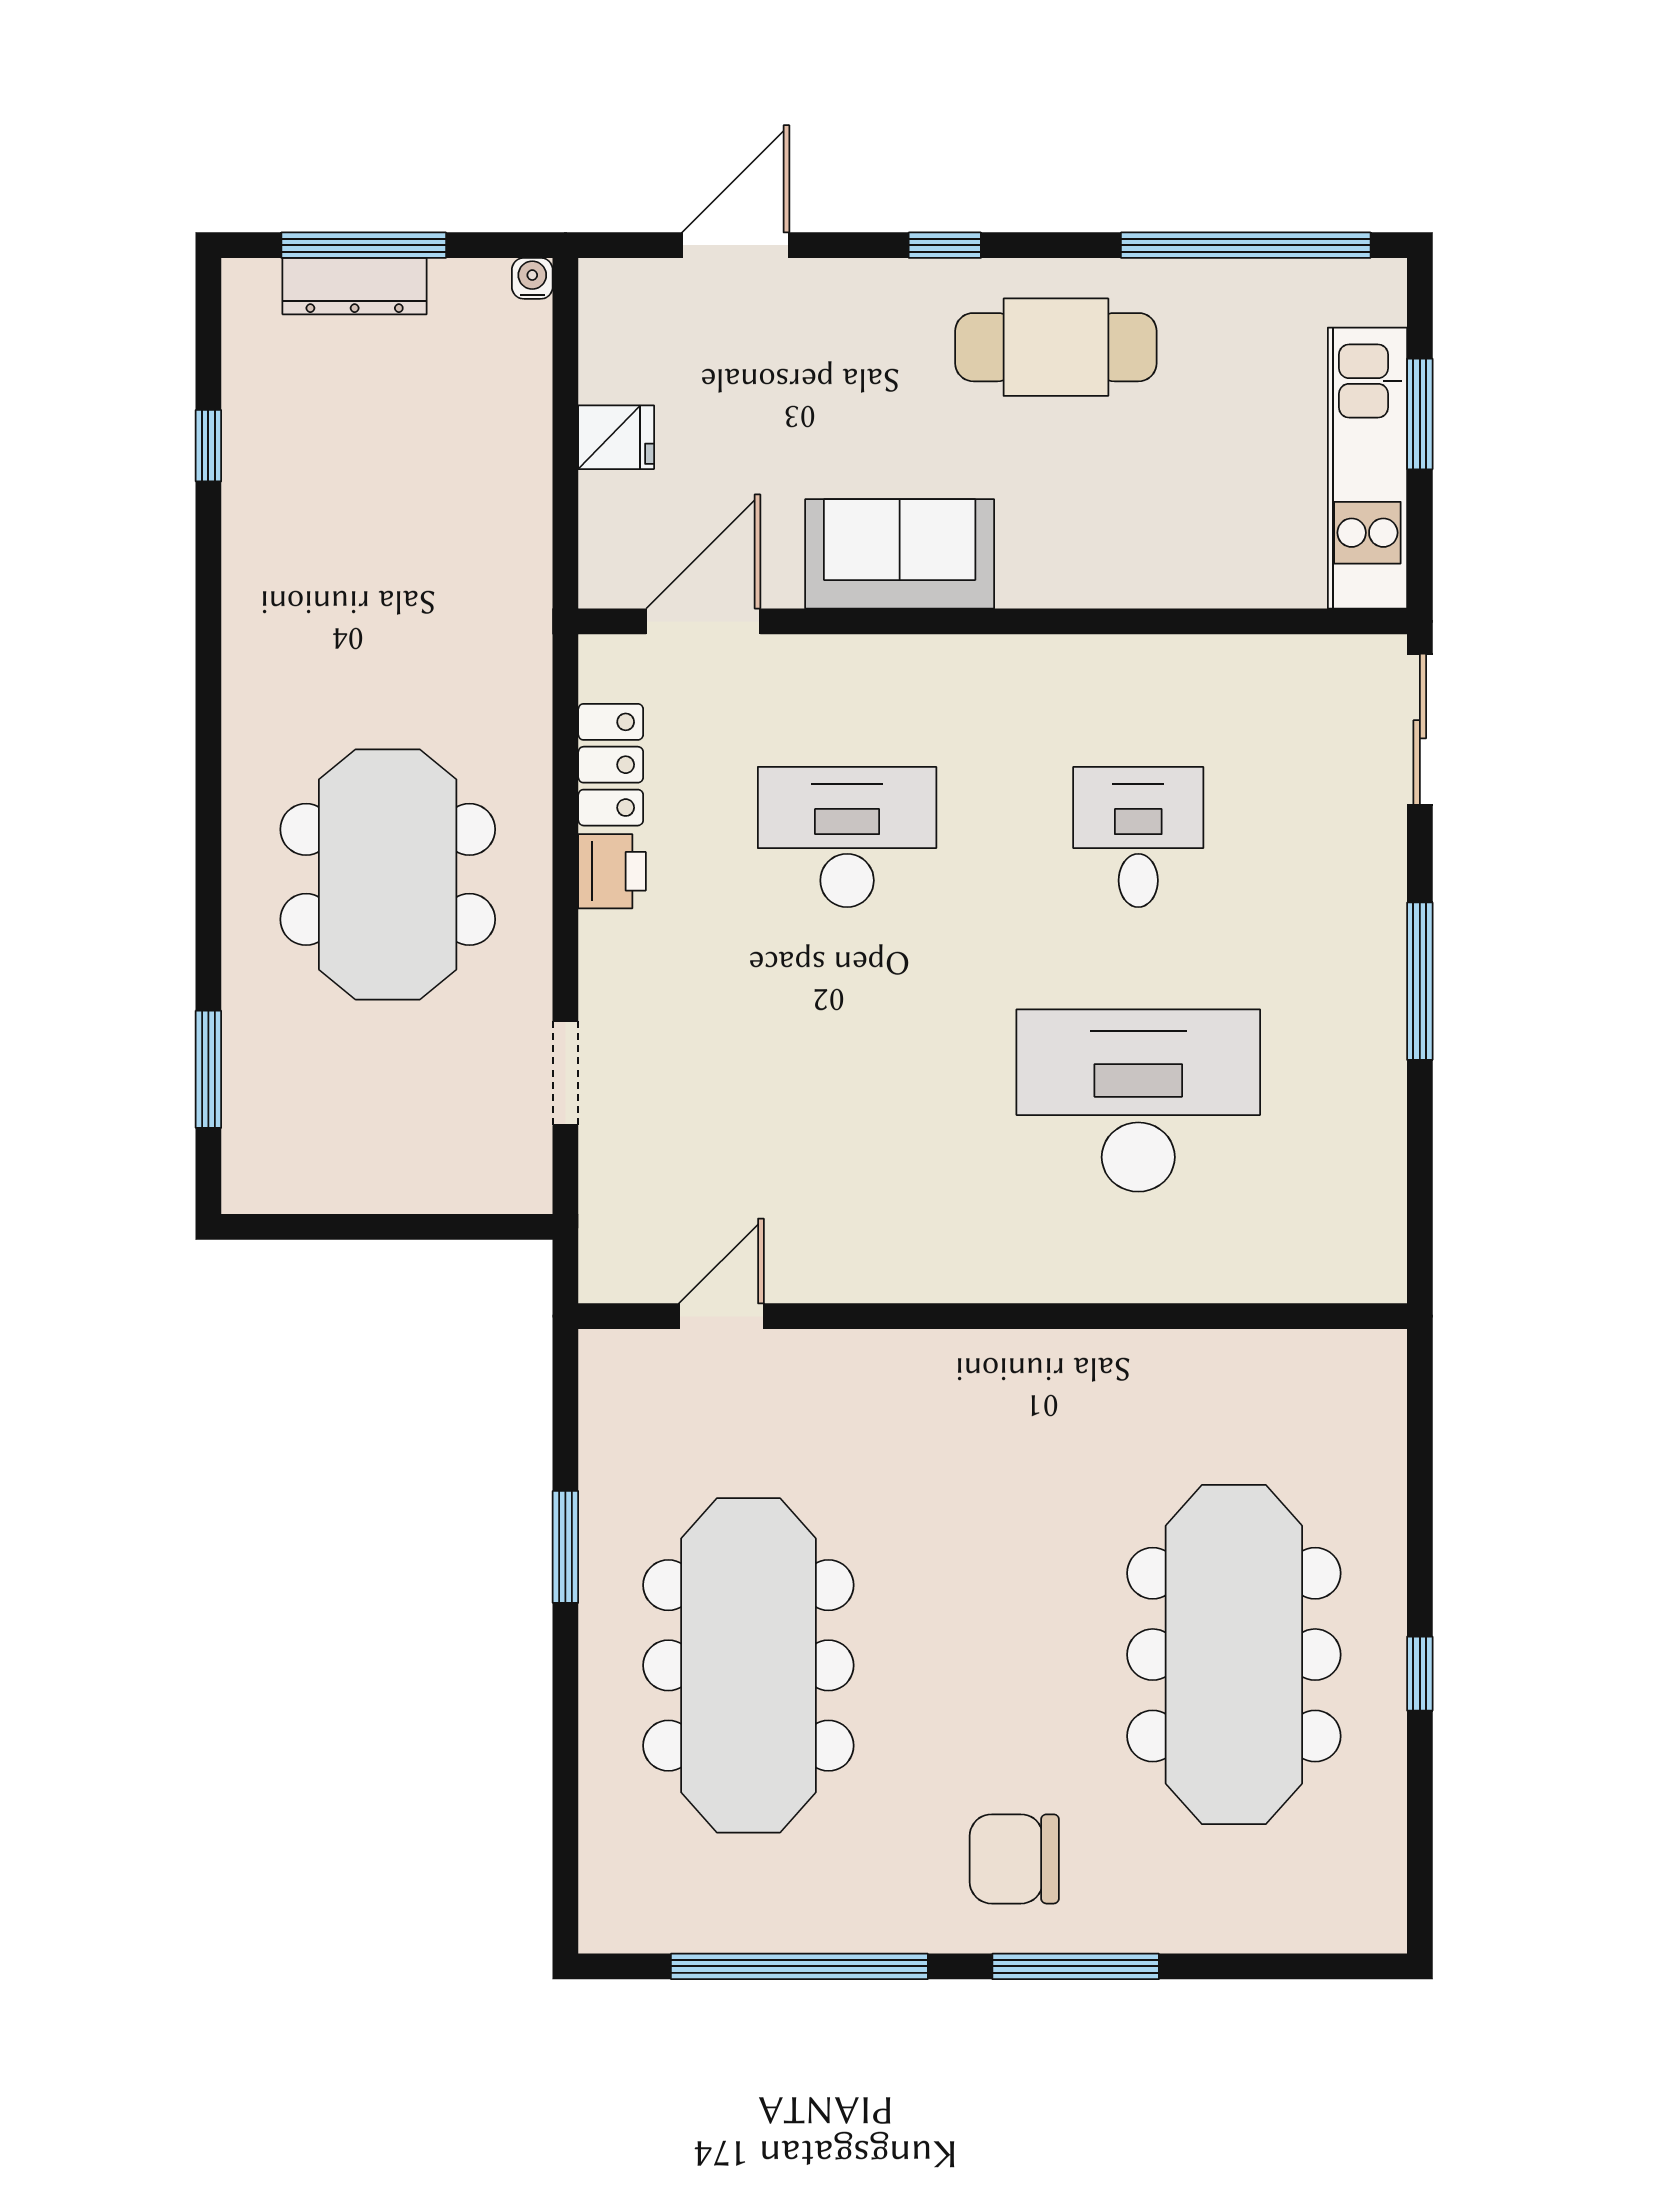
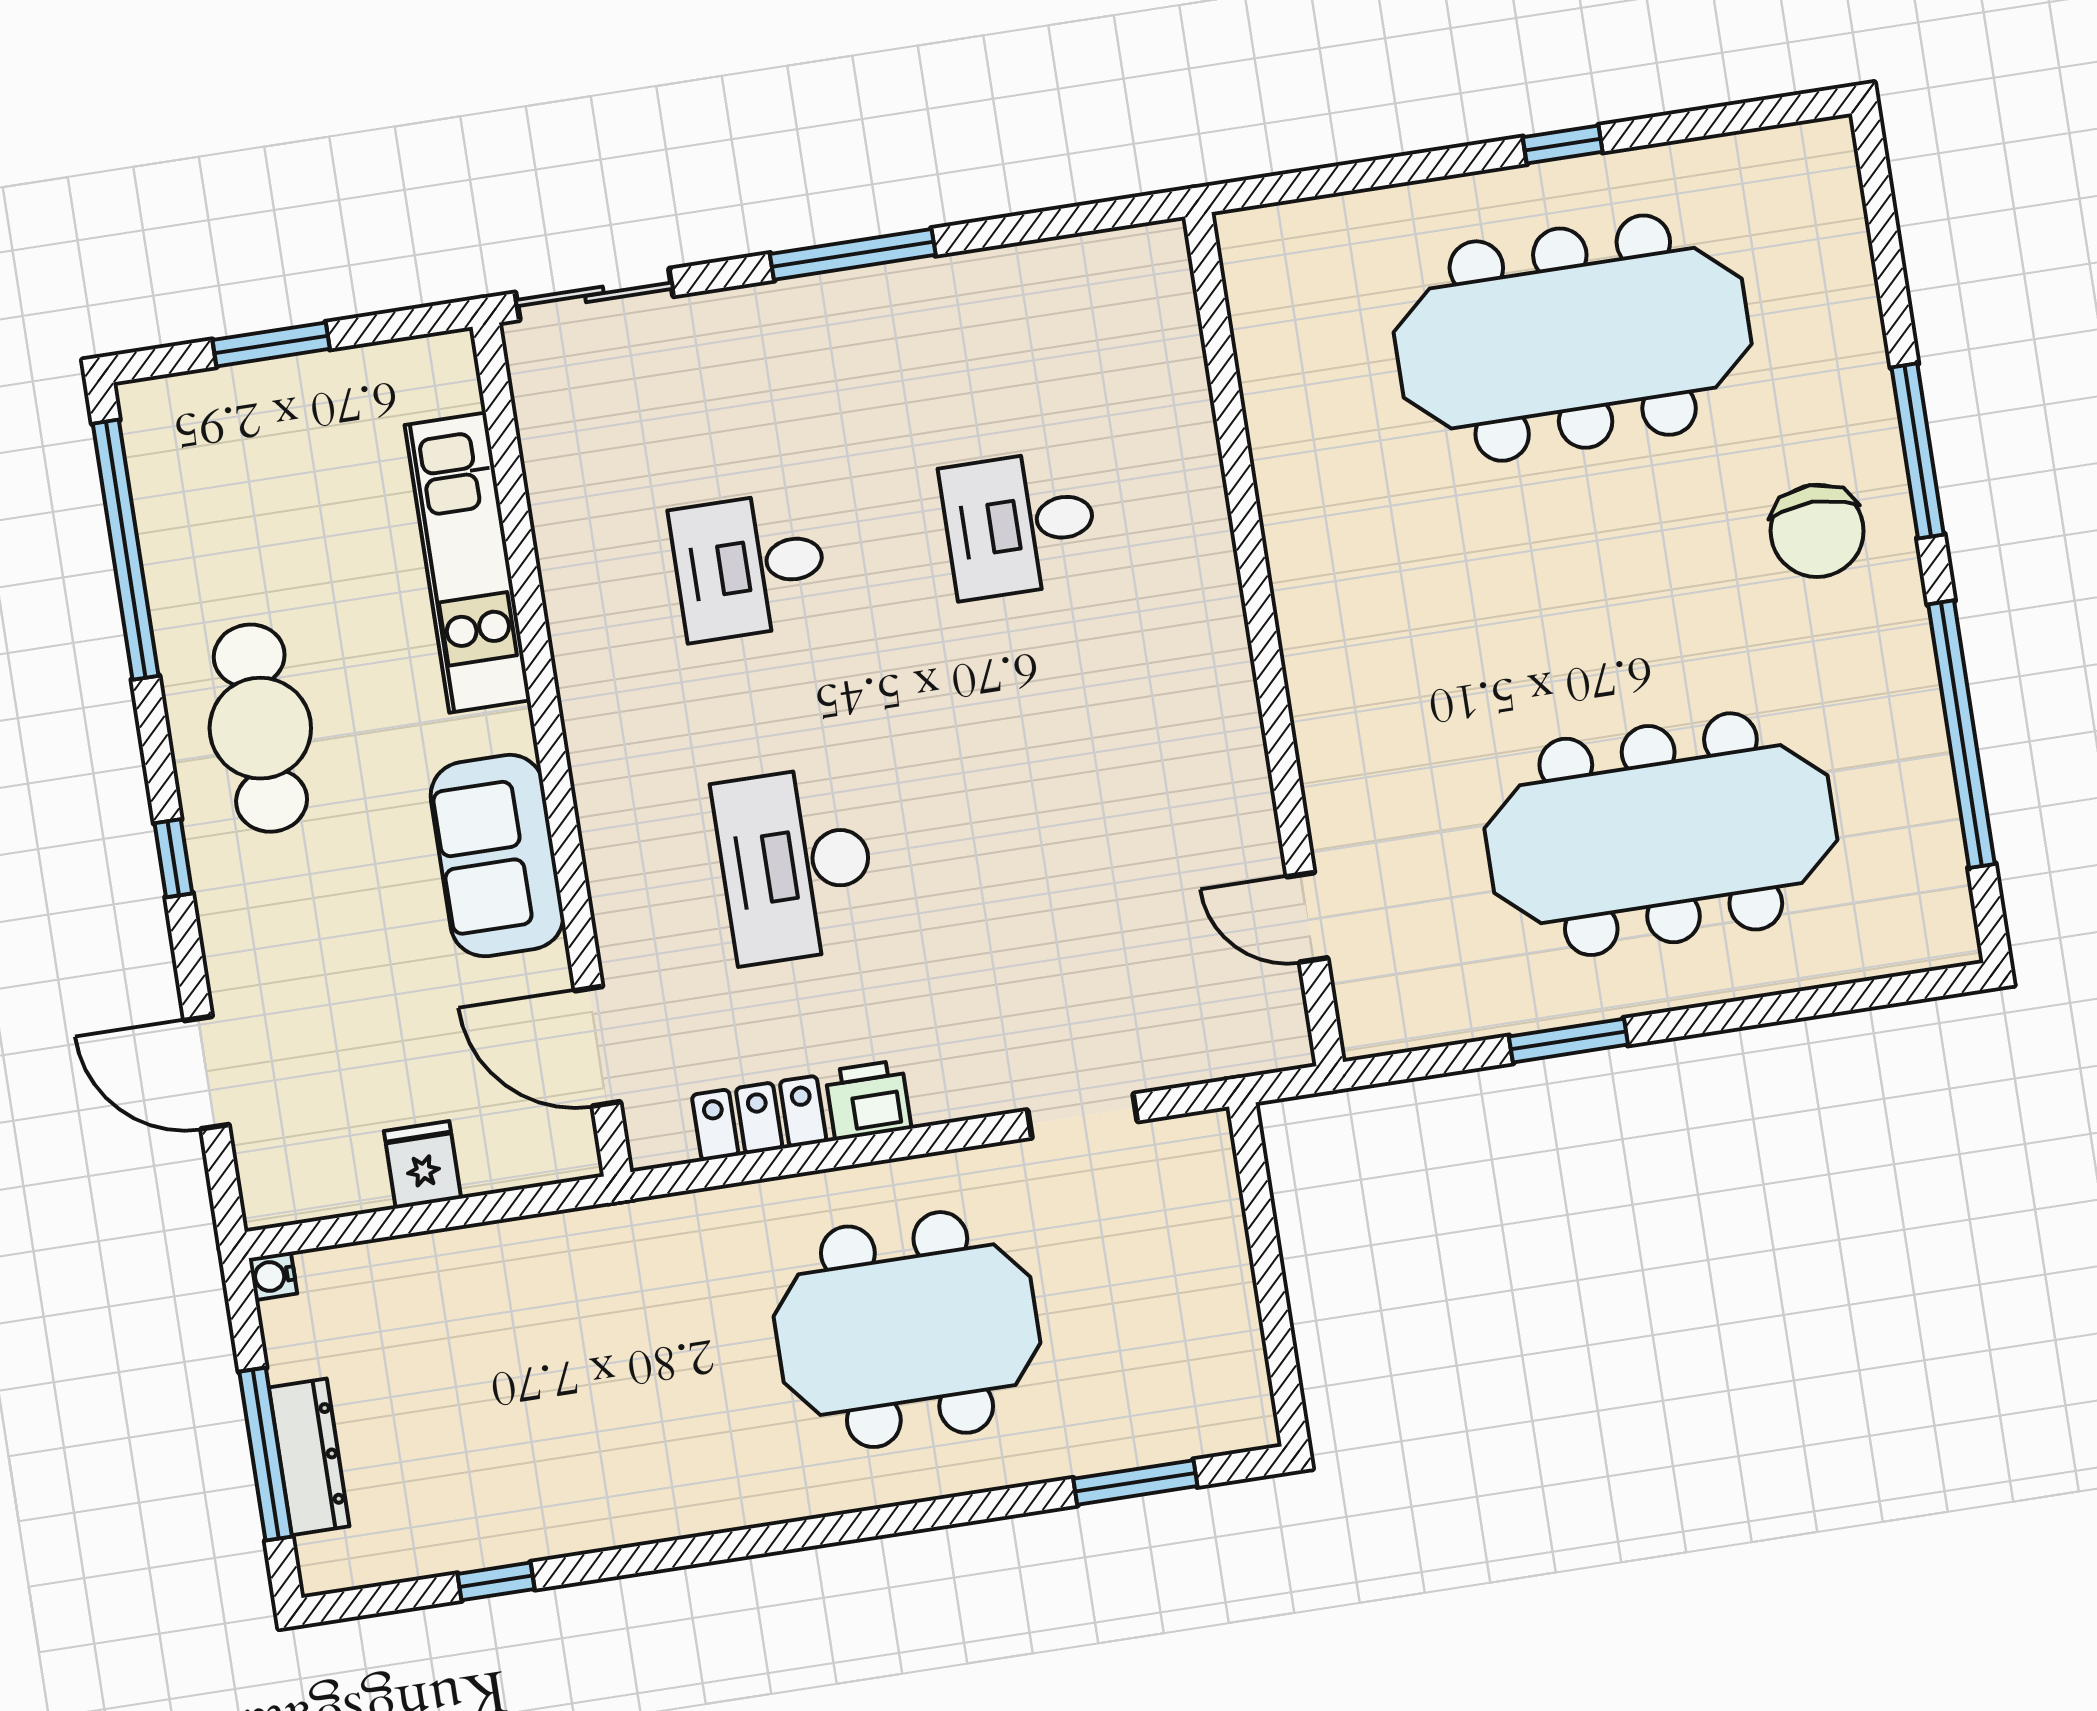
kitchen unit: (1367, 468) -> (468, 563), moved, turned 90
desk: (1138, 1101) -> (1020, 524), width x0.53, depth x0.77

